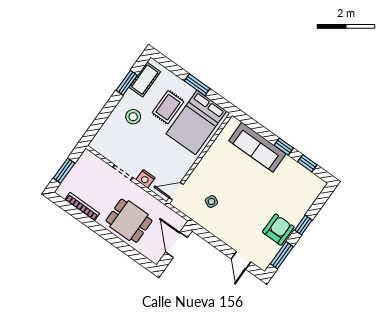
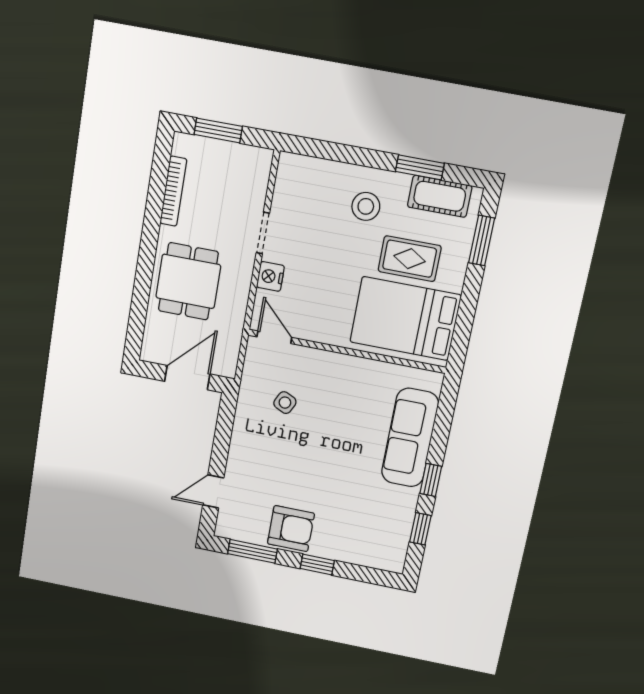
window: (197, 85) -> (482, 241), moved

